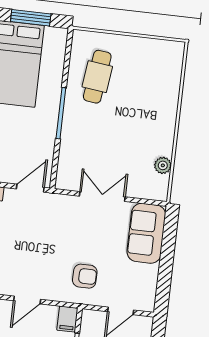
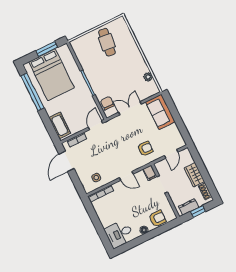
cafe table: (97, 77) -> (107, 42), moved
chair: (71, 165) -> (107, 103), added
door: (27, 300) -> (126, 176), hinge flipped

